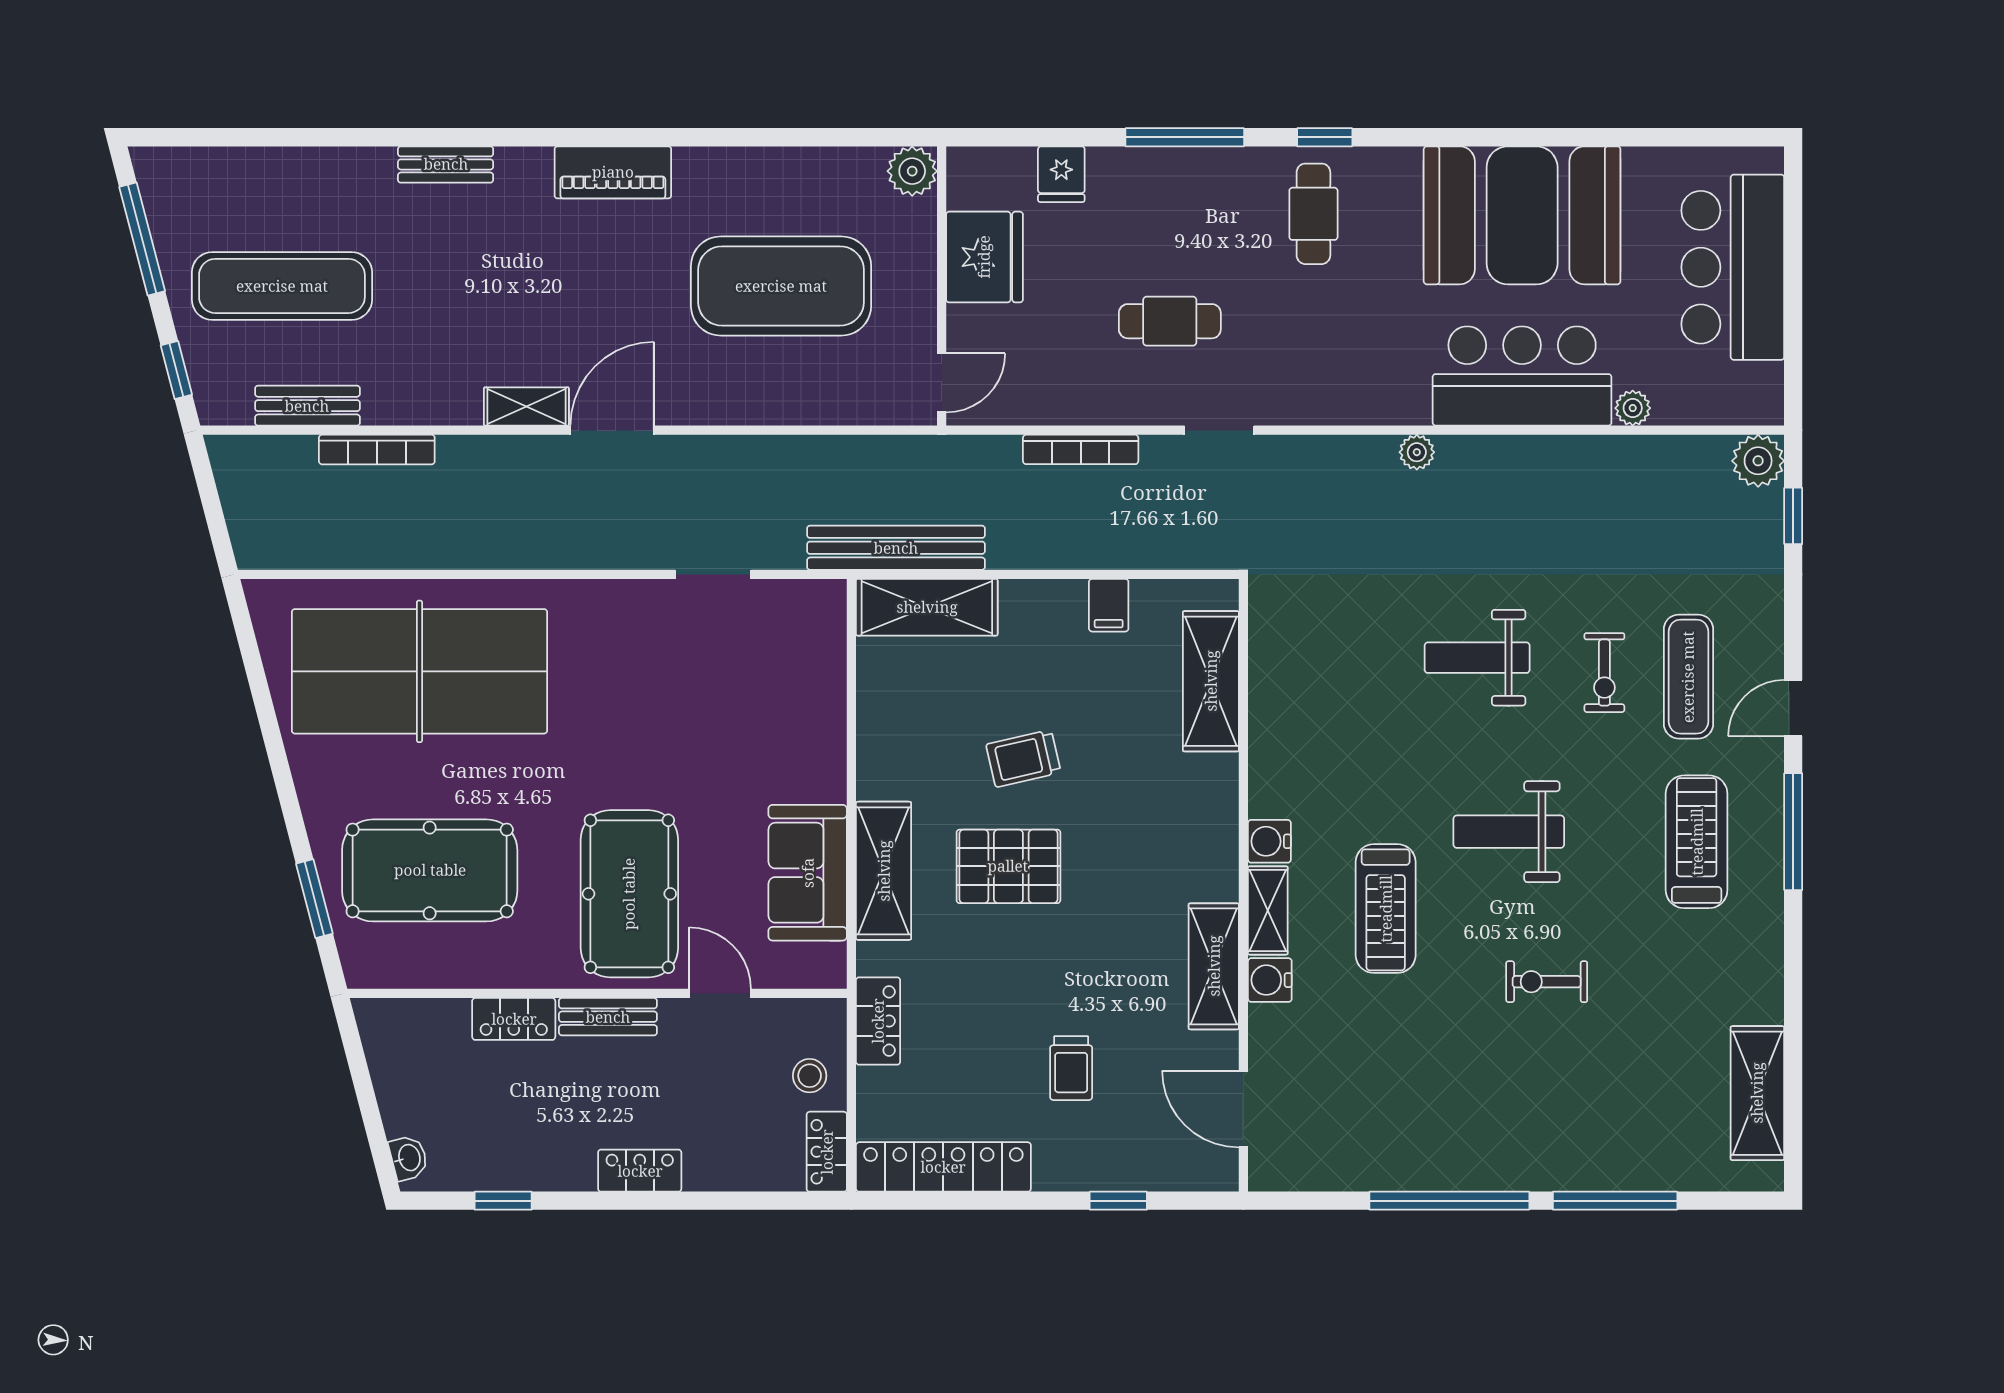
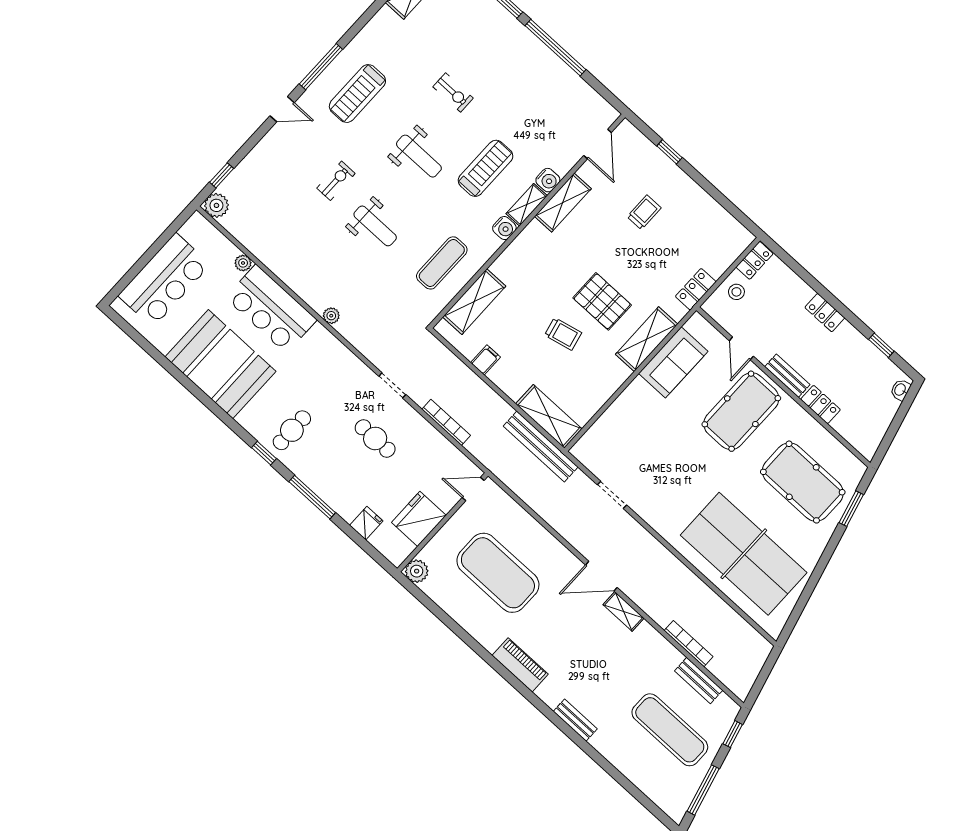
exercise mat: (1688, 677) -> (442, 263), moved
locker: (943, 1167) -> (719, 218), removed

